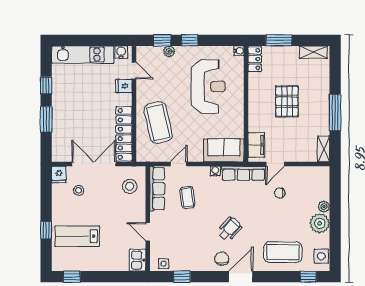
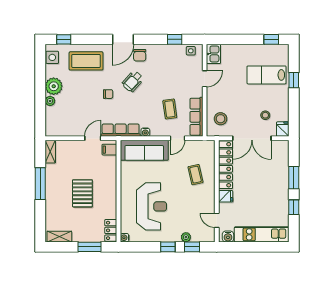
fridge: (124, 86) -> (226, 196), moved
reception desk: (208, 86) -> (152, 206), turned 180
coffee table: (158, 123) -> (196, 175), width x0.54, depth x0.58
filing cabinet: (256, 145) -> (109, 150), width x0.50
sofa: (224, 150) -> (144, 150), width x1.36
chair: (280, 193) -> (108, 94), moved
door: (148, 232) -> (205, 79), hinge flipped
lab bench: (77, 236) -> (267, 75), turned 180

